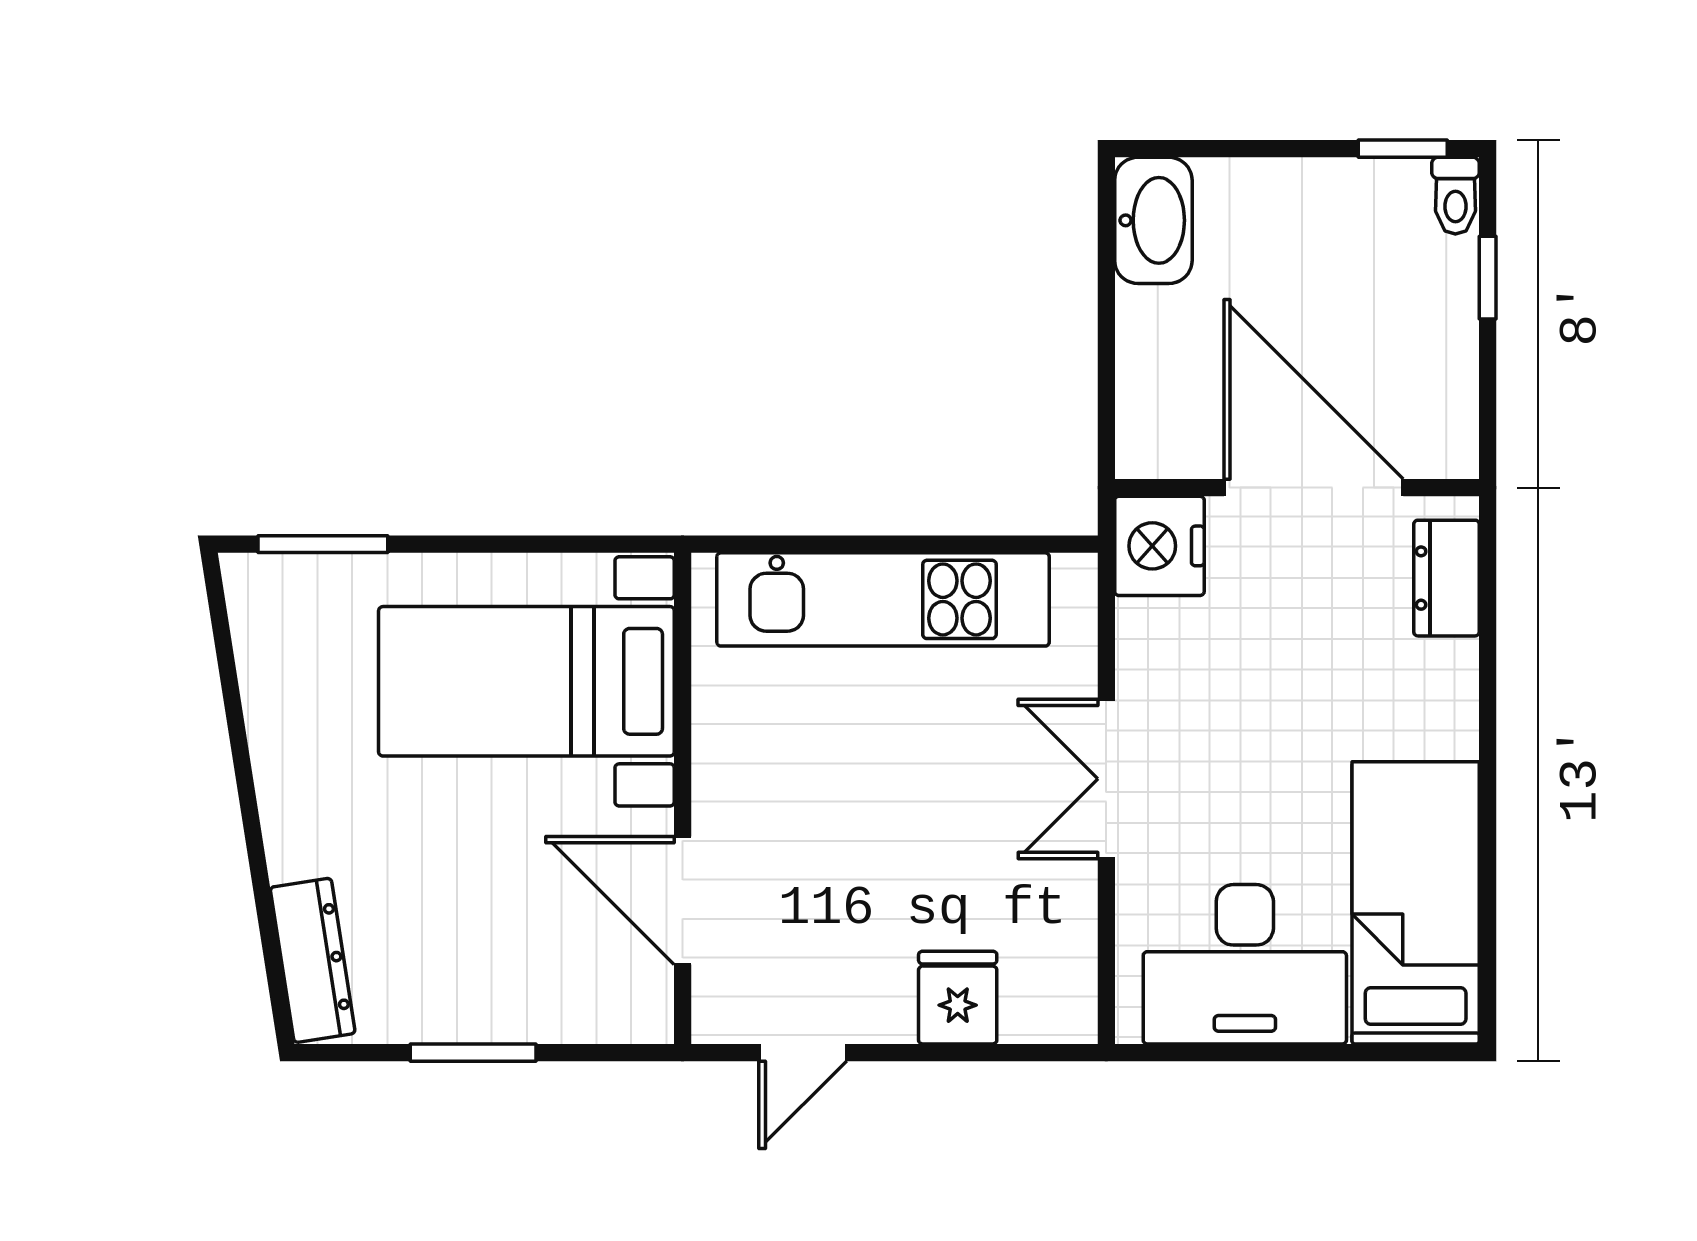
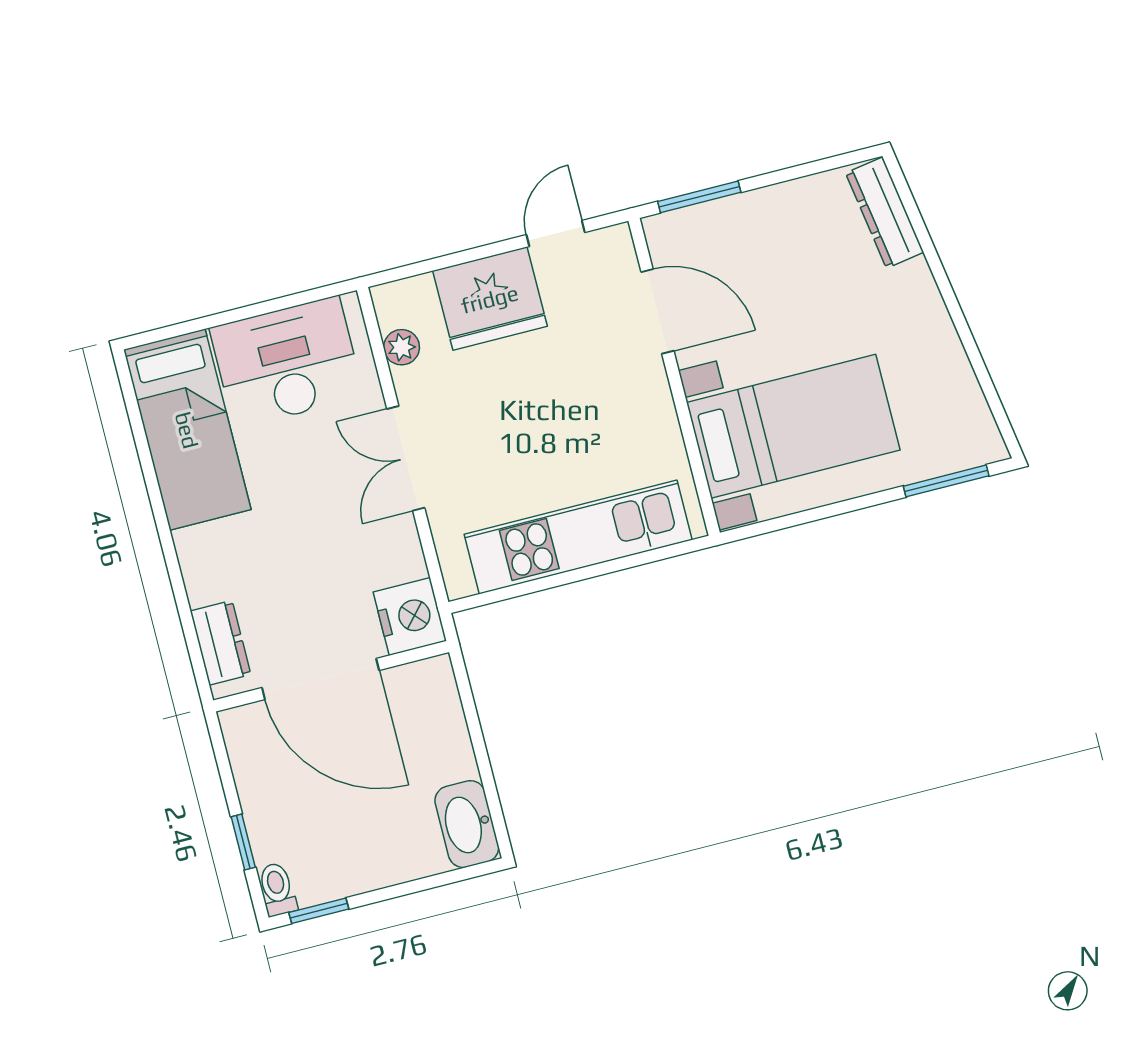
double door: (1106, 779) -> (406, 458), swing flipped
plant: (1071, 944) -> (402, 347), added
fridge: (958, 998) -> (490, 299), width x1.88, depth x1.34
window: (473, 1053) -> (699, 197), moved

